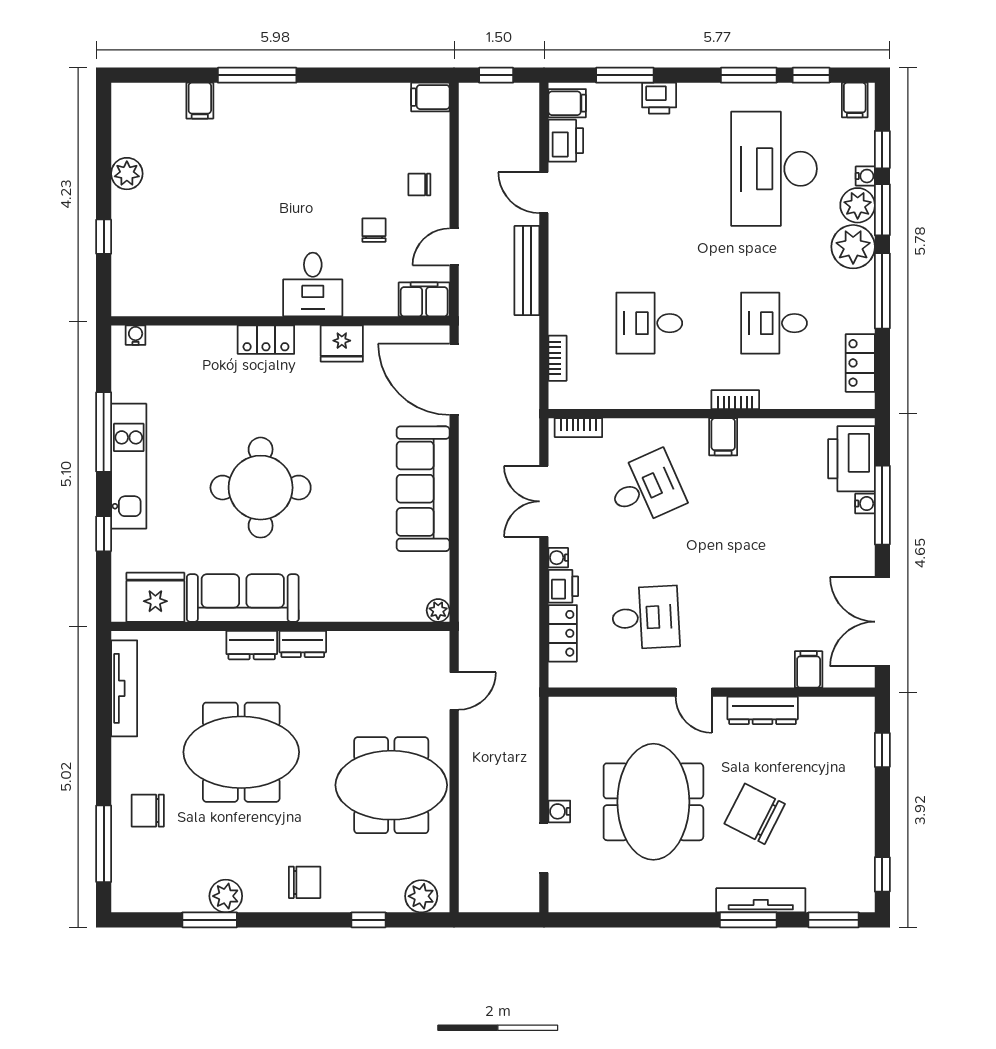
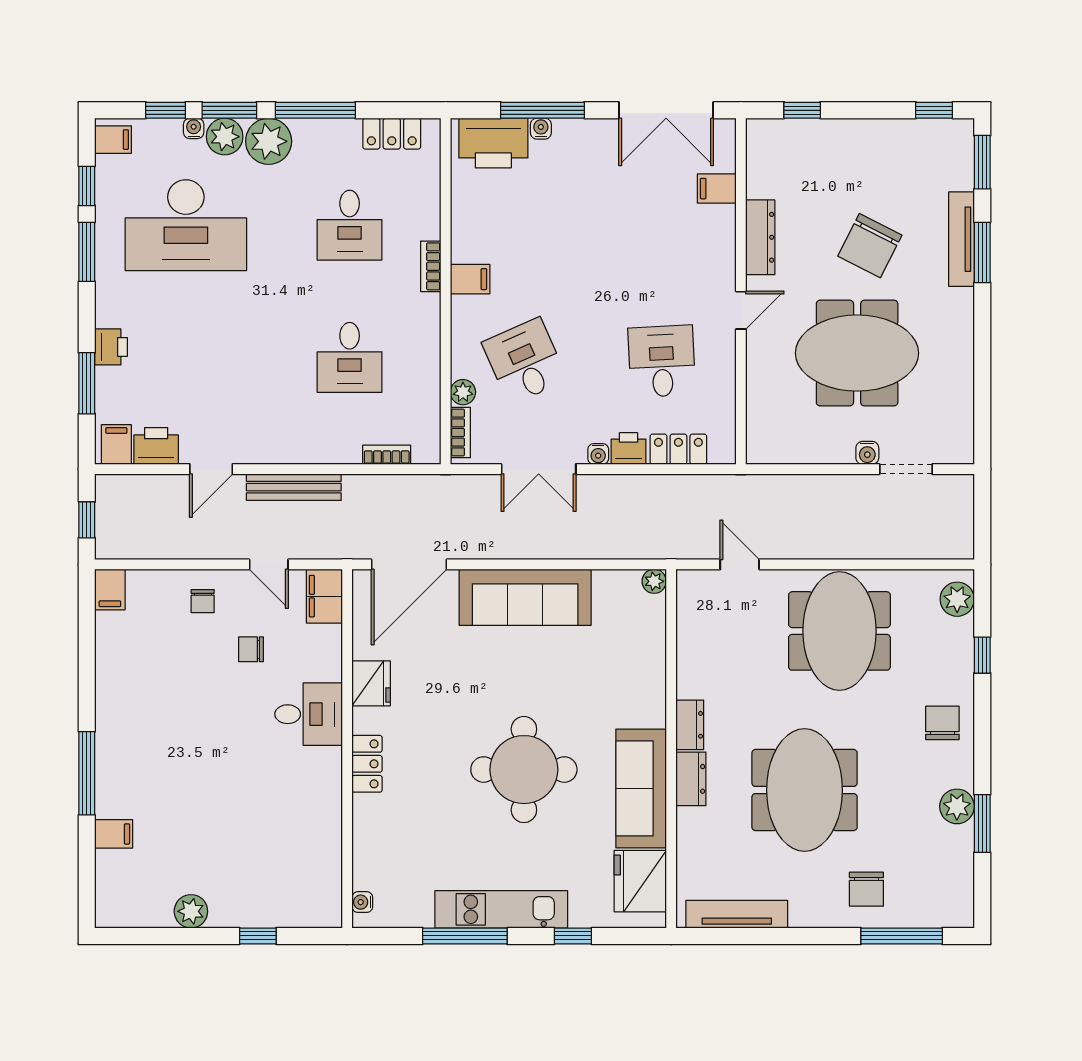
plant: (616, 430) -> (463, 392), added

